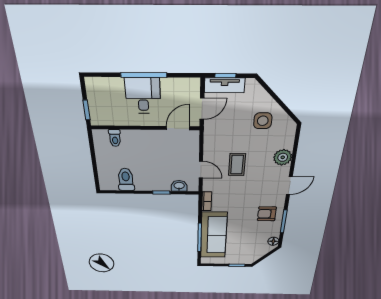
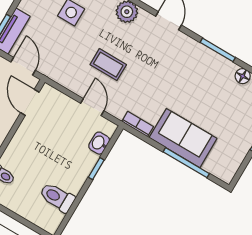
door: (201, 170) -> (92, 107), hinge flipped
armchair: (267, 214) -> (195, 64), removed
sofa: (214, 235) -> (183, 138), width x0.73

